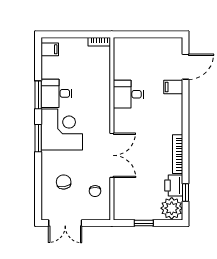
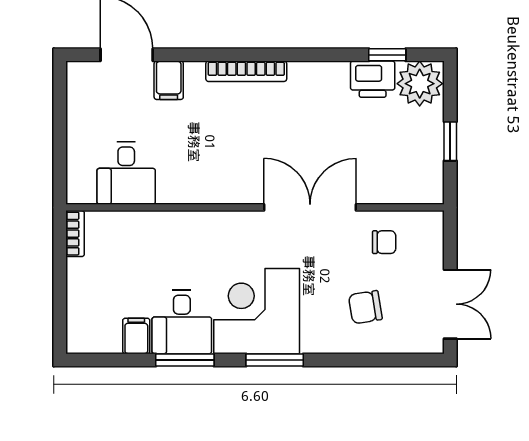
filing cabinet: (50, 49) -> (136, 336), moved
desk: (128, 94) -> (126, 173), moved
bookcase: (178, 154) -> (246, 71), moved

